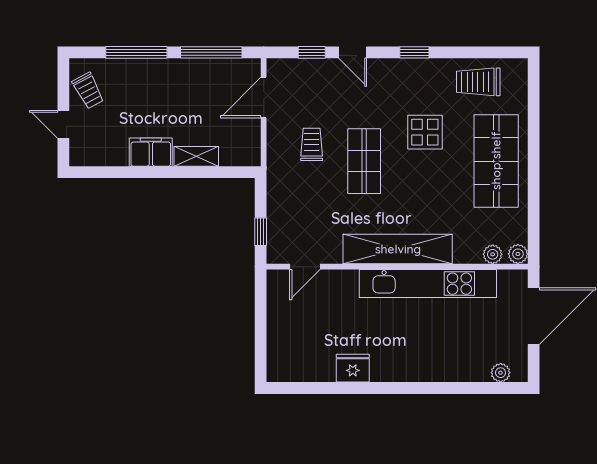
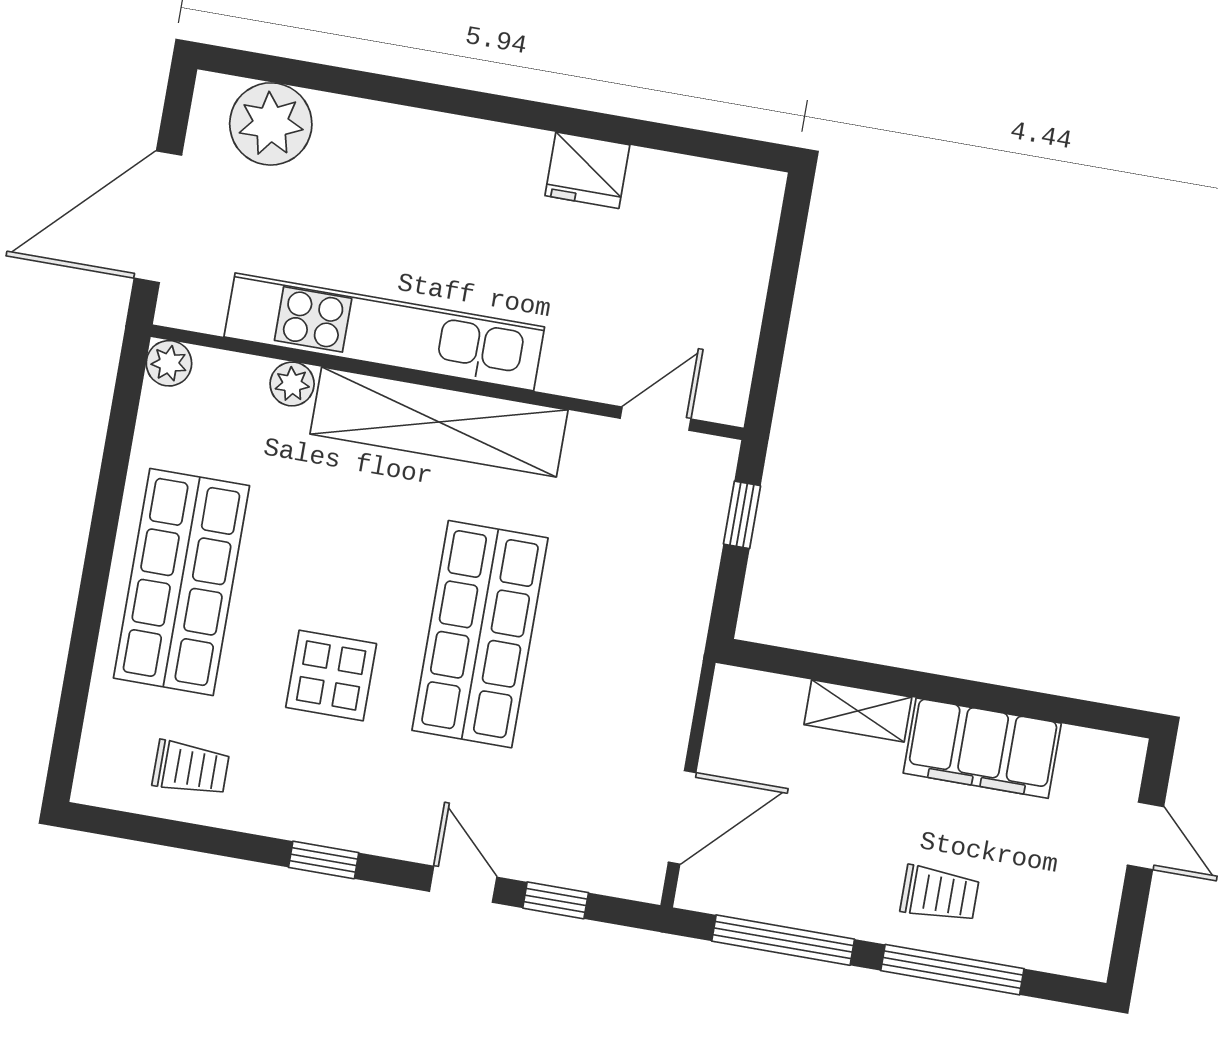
trolley: (478, 82) -> (191, 768), width x0.73, depth x0.72
trolley: (88, 91) -> (940, 894), moved, turned 118
trolley: (312, 144) -> (592, 692), removed
filing cabinet: (151, 152) -> (982, 748), width x1.50, depth x1.17
shop shelf: (364, 161) -> (480, 634), width x1.43, depth x1.36
plant: (493, 254) -> (292, 384), moved
plant: (501, 373) -> (271, 124), width x1.88, depth x1.88

